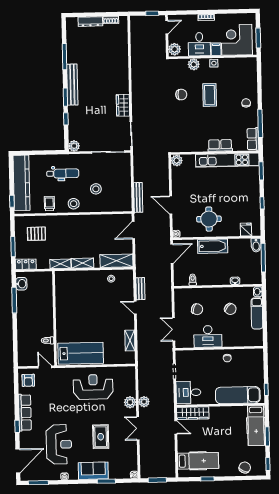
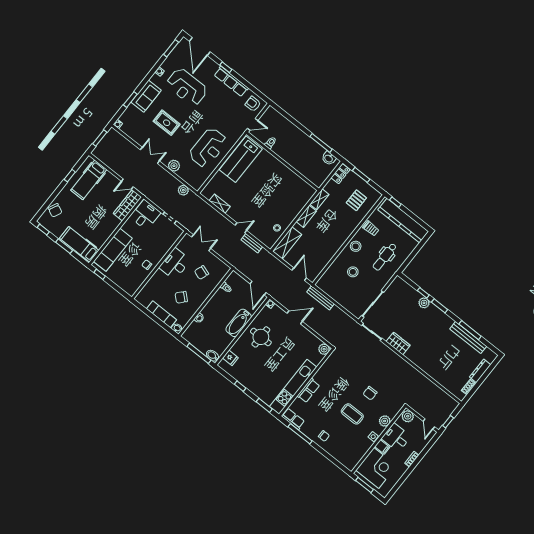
bench: (72, 85) -> (468, 338), moved
plant: (74, 146) -> (424, 303), moved
plant: (144, 402) -> (183, 190), moved

